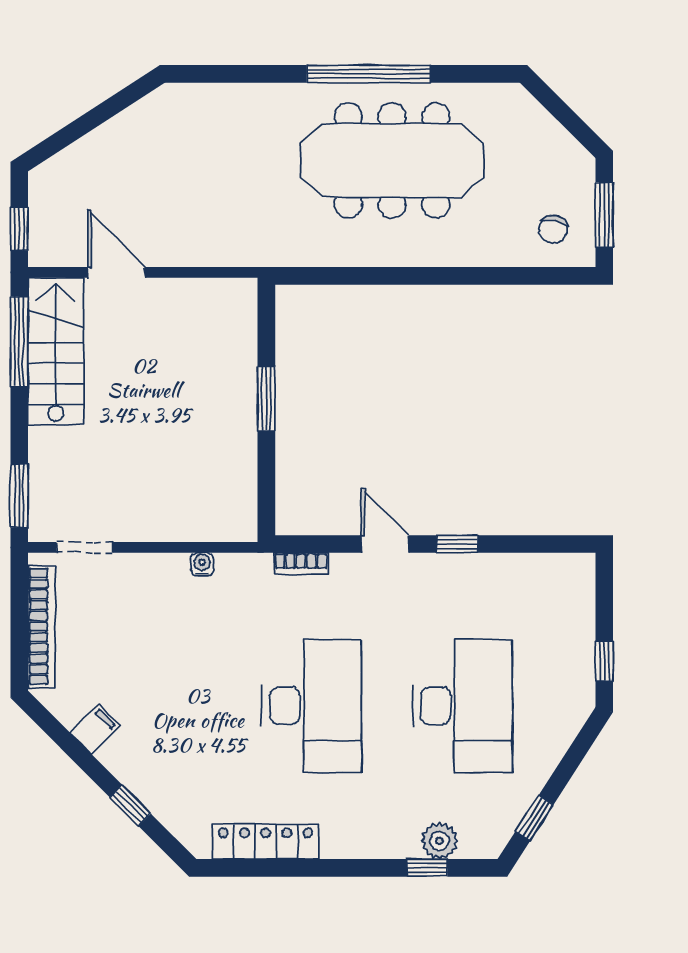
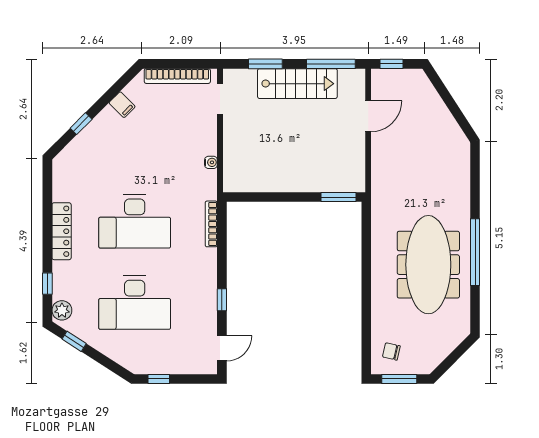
stairs: (56, 351) -> (297, 84), moved
window: (266, 399) -> (338, 197), moved
window: (19, 496) -> (265, 64), moved
door: (385, 544) -> (222, 348), moved
bookcase: (301, 564) -> (211, 224), width x1.56
plant: (439, 841) -> (62, 310), moved
locker: (266, 842) -> (62, 231), moved

